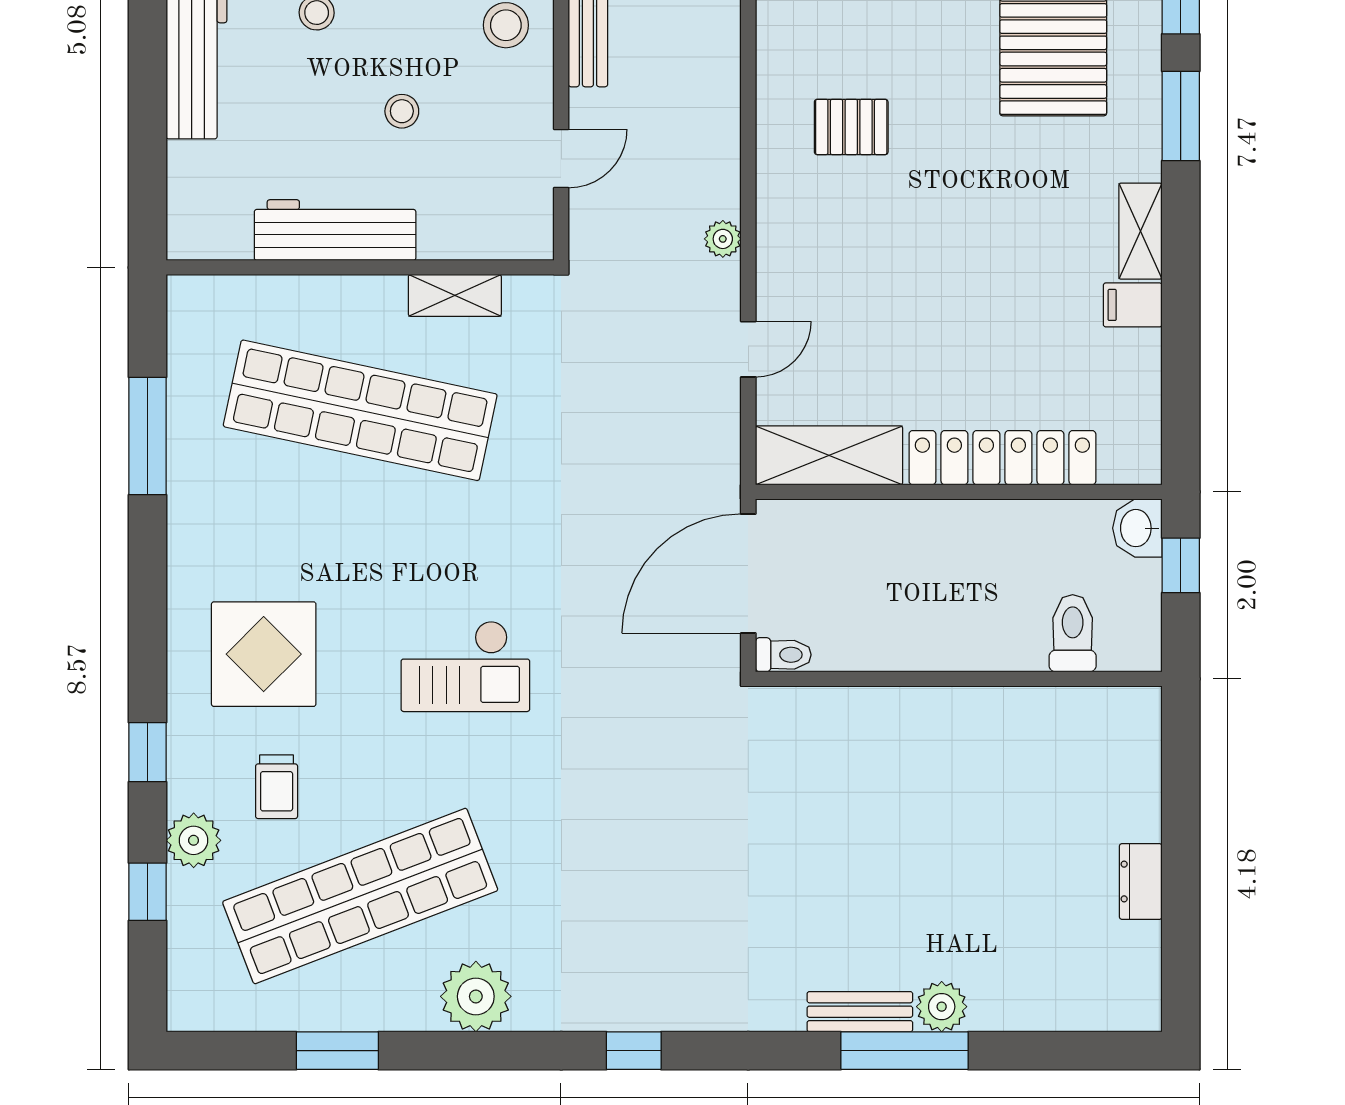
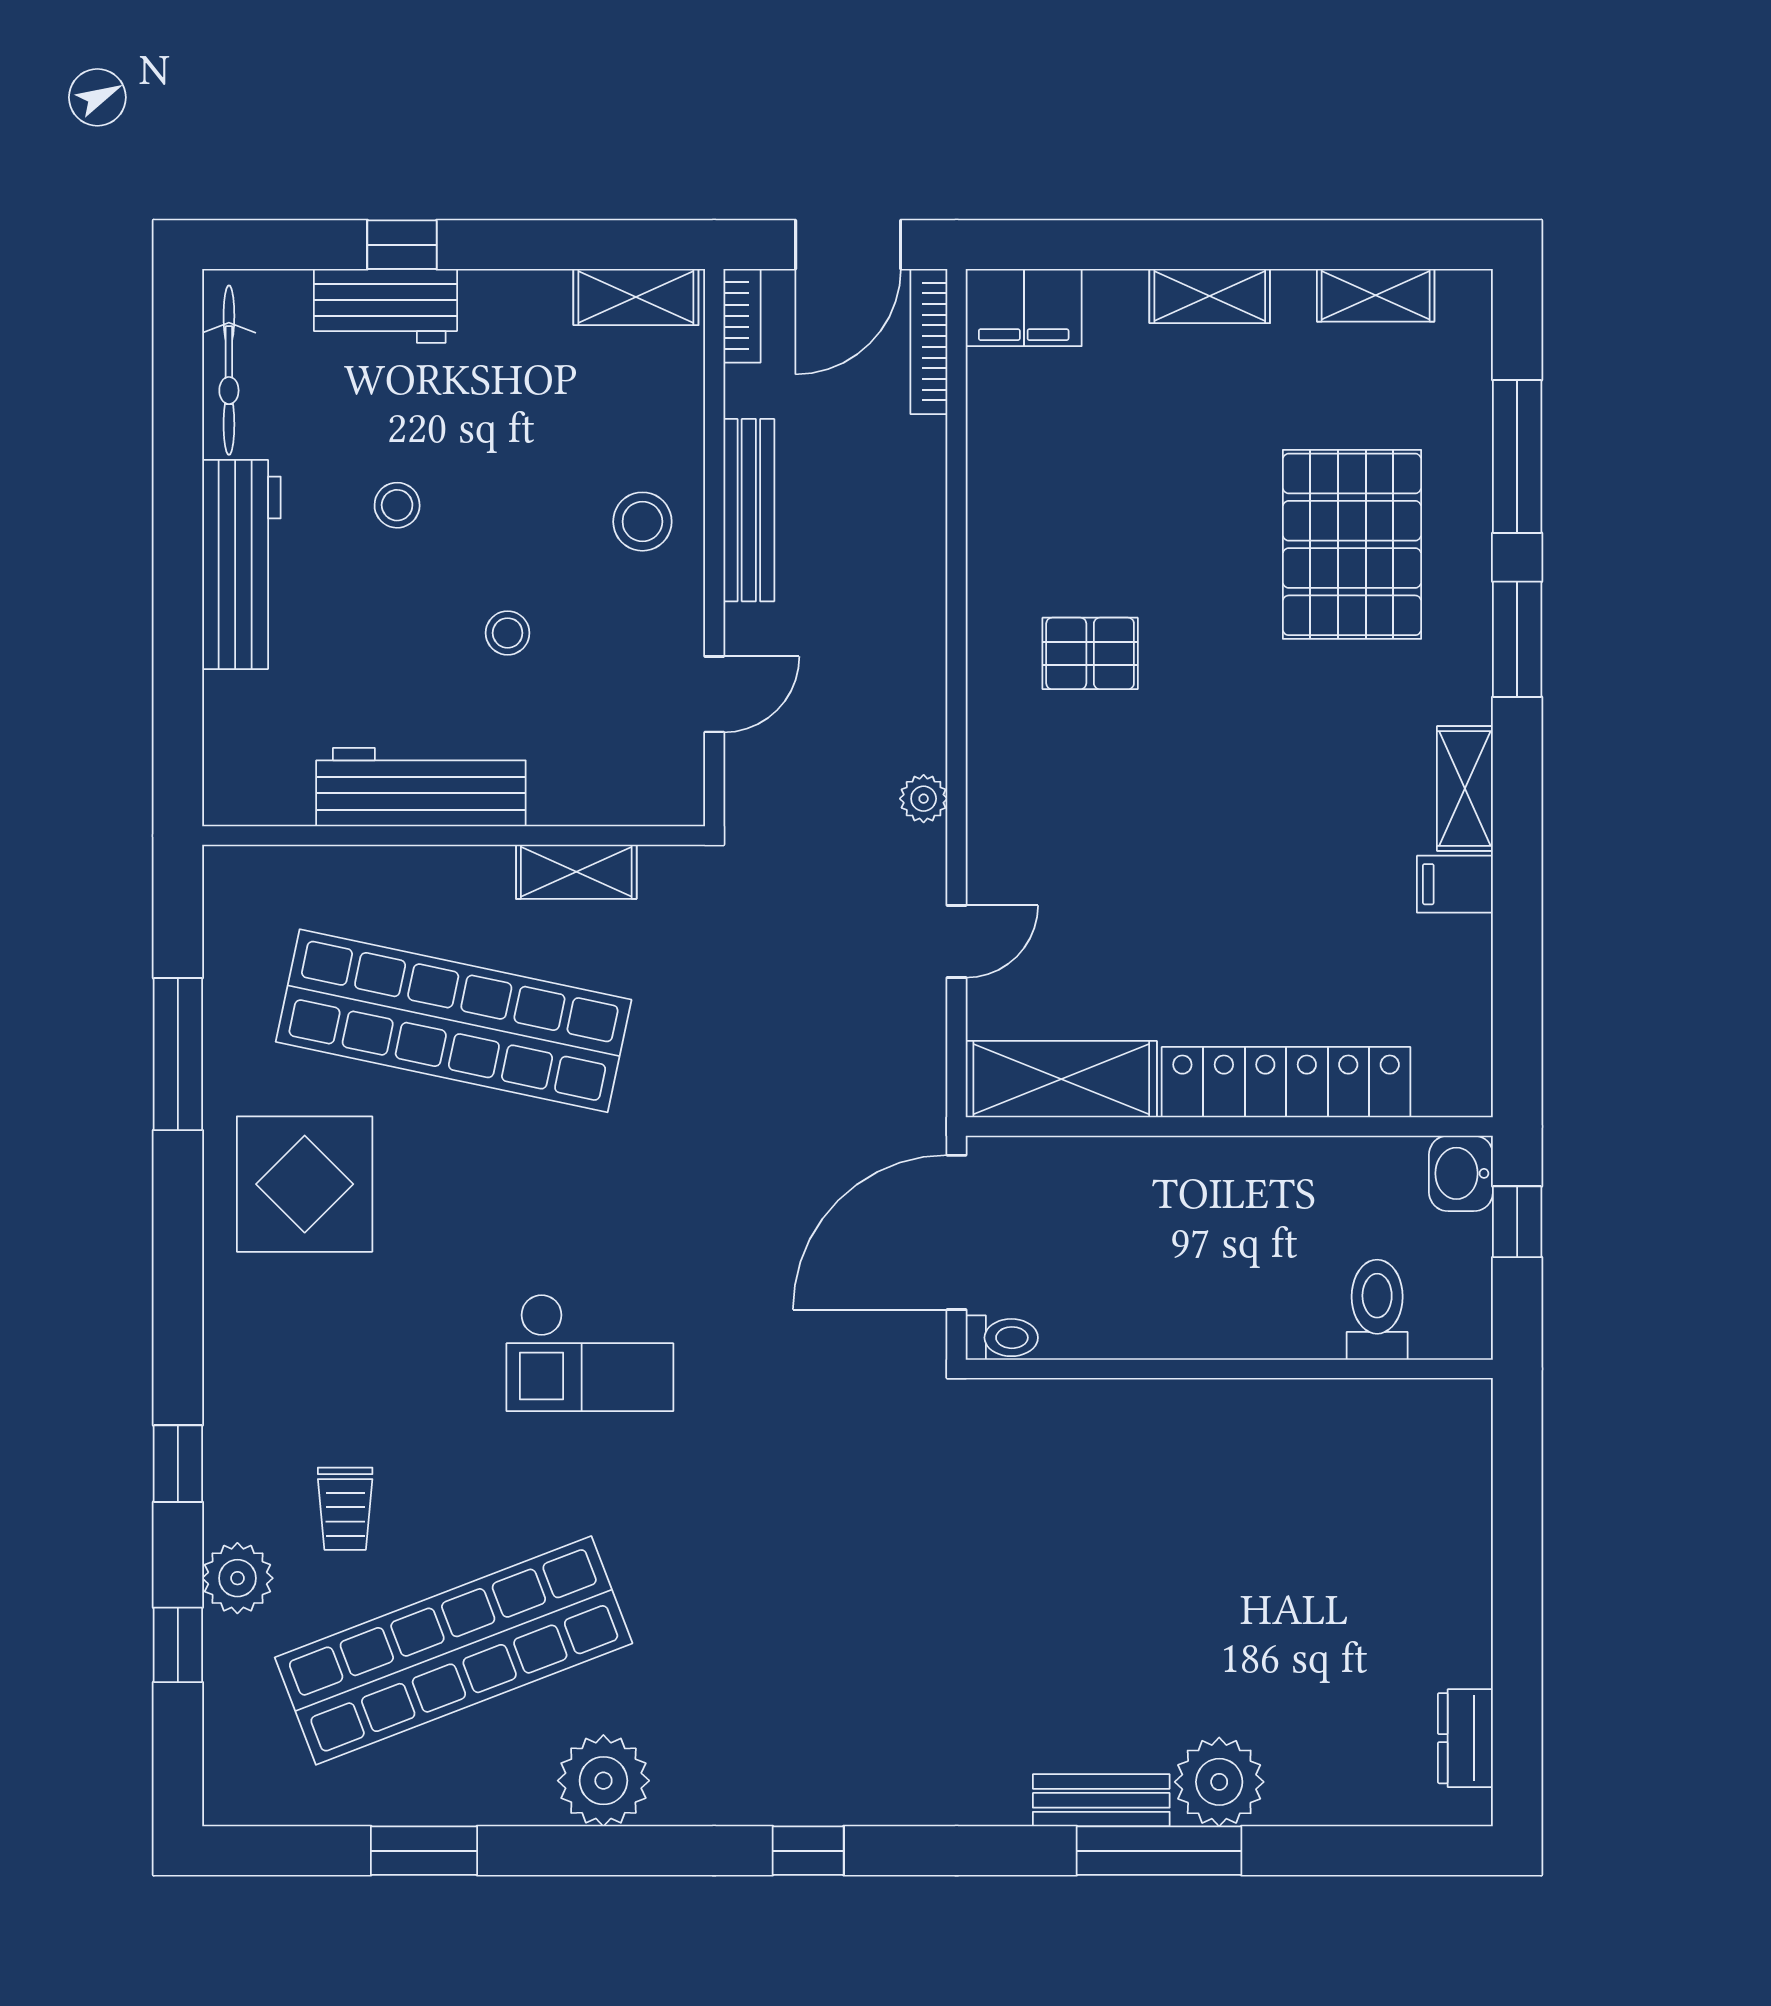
display table: (264, 654) -> (305, 1184), moved
dresser: (1141, 882) -> (1465, 1738), moved
plant: (942, 1007) -> (1219, 1782), width x1.36, depth x1.36

